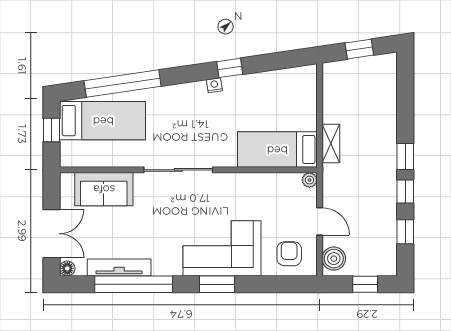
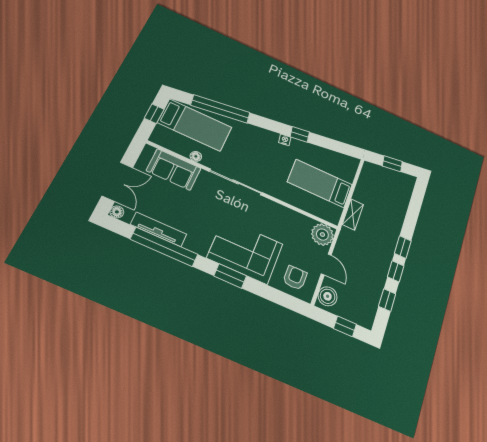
bed: (277, 150) -> (320, 183), moved
floor lamp: (121, 160) -> (196, 156), added
plant: (309, 180) -> (322, 235), width x1.88, depth x1.88

